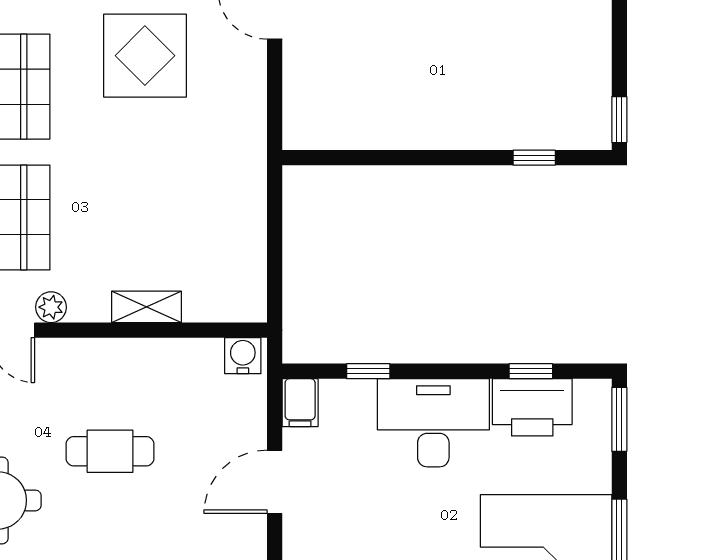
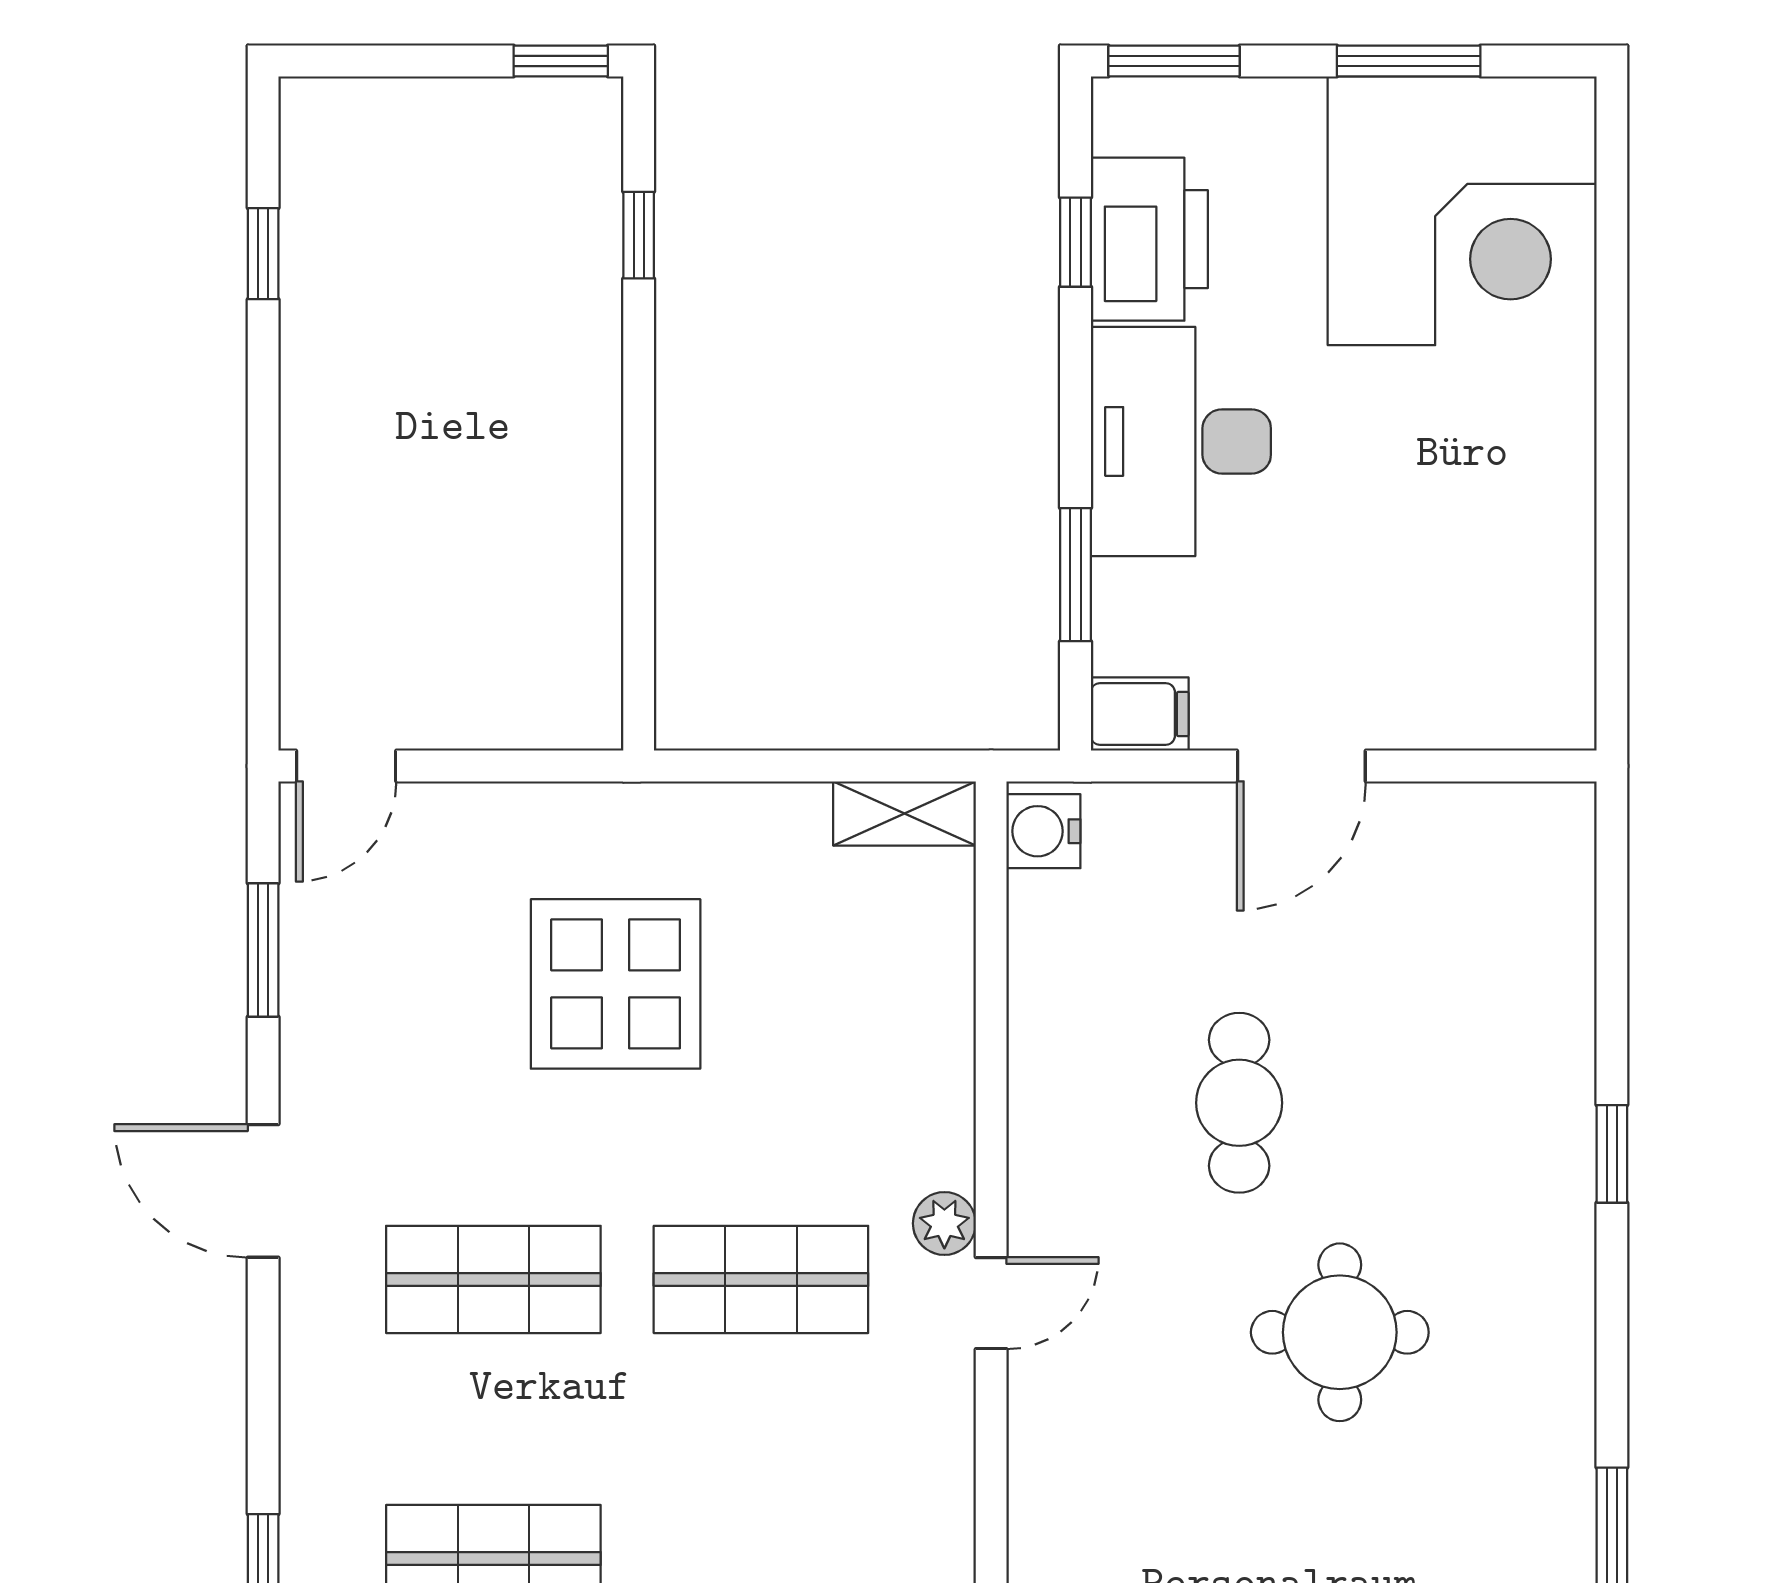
display table: (145, 56) -> (616, 984), moved
shelving: (146, 307) -> (904, 813), moved, turned 90
window: (368, 371) -> (1075, 575), width x1.50
door: (275, 482) -> (1301, 766), hinge flipped

